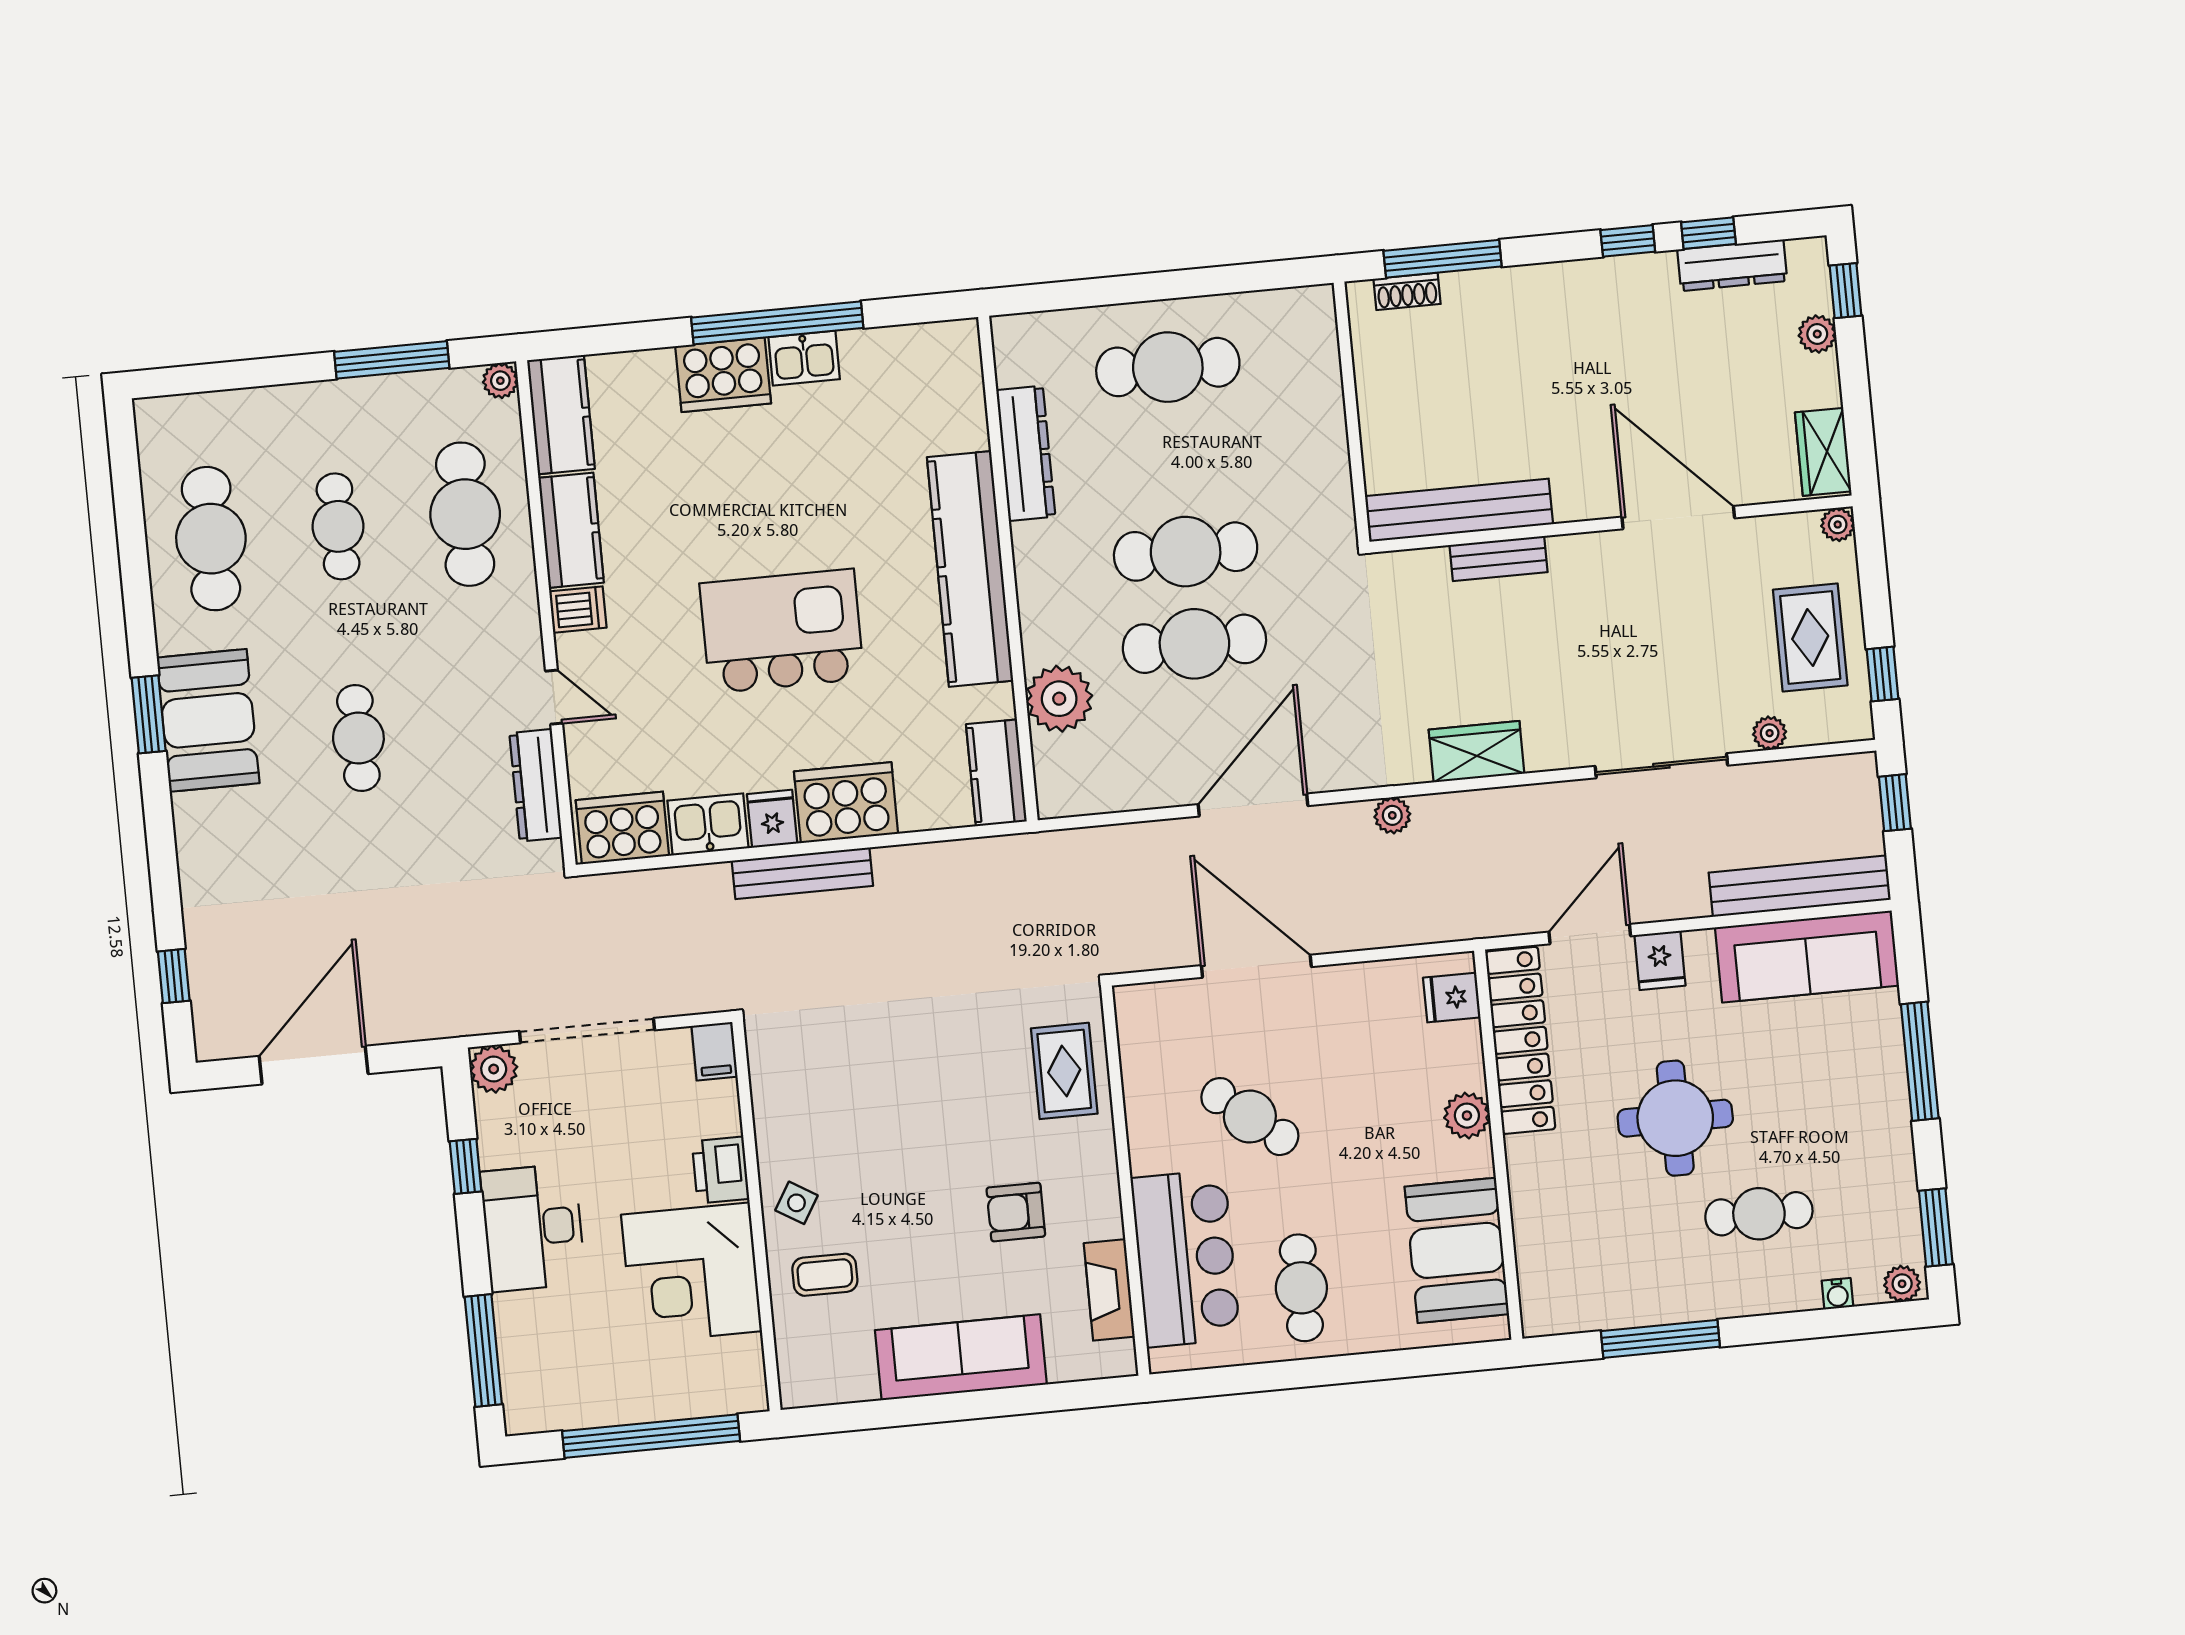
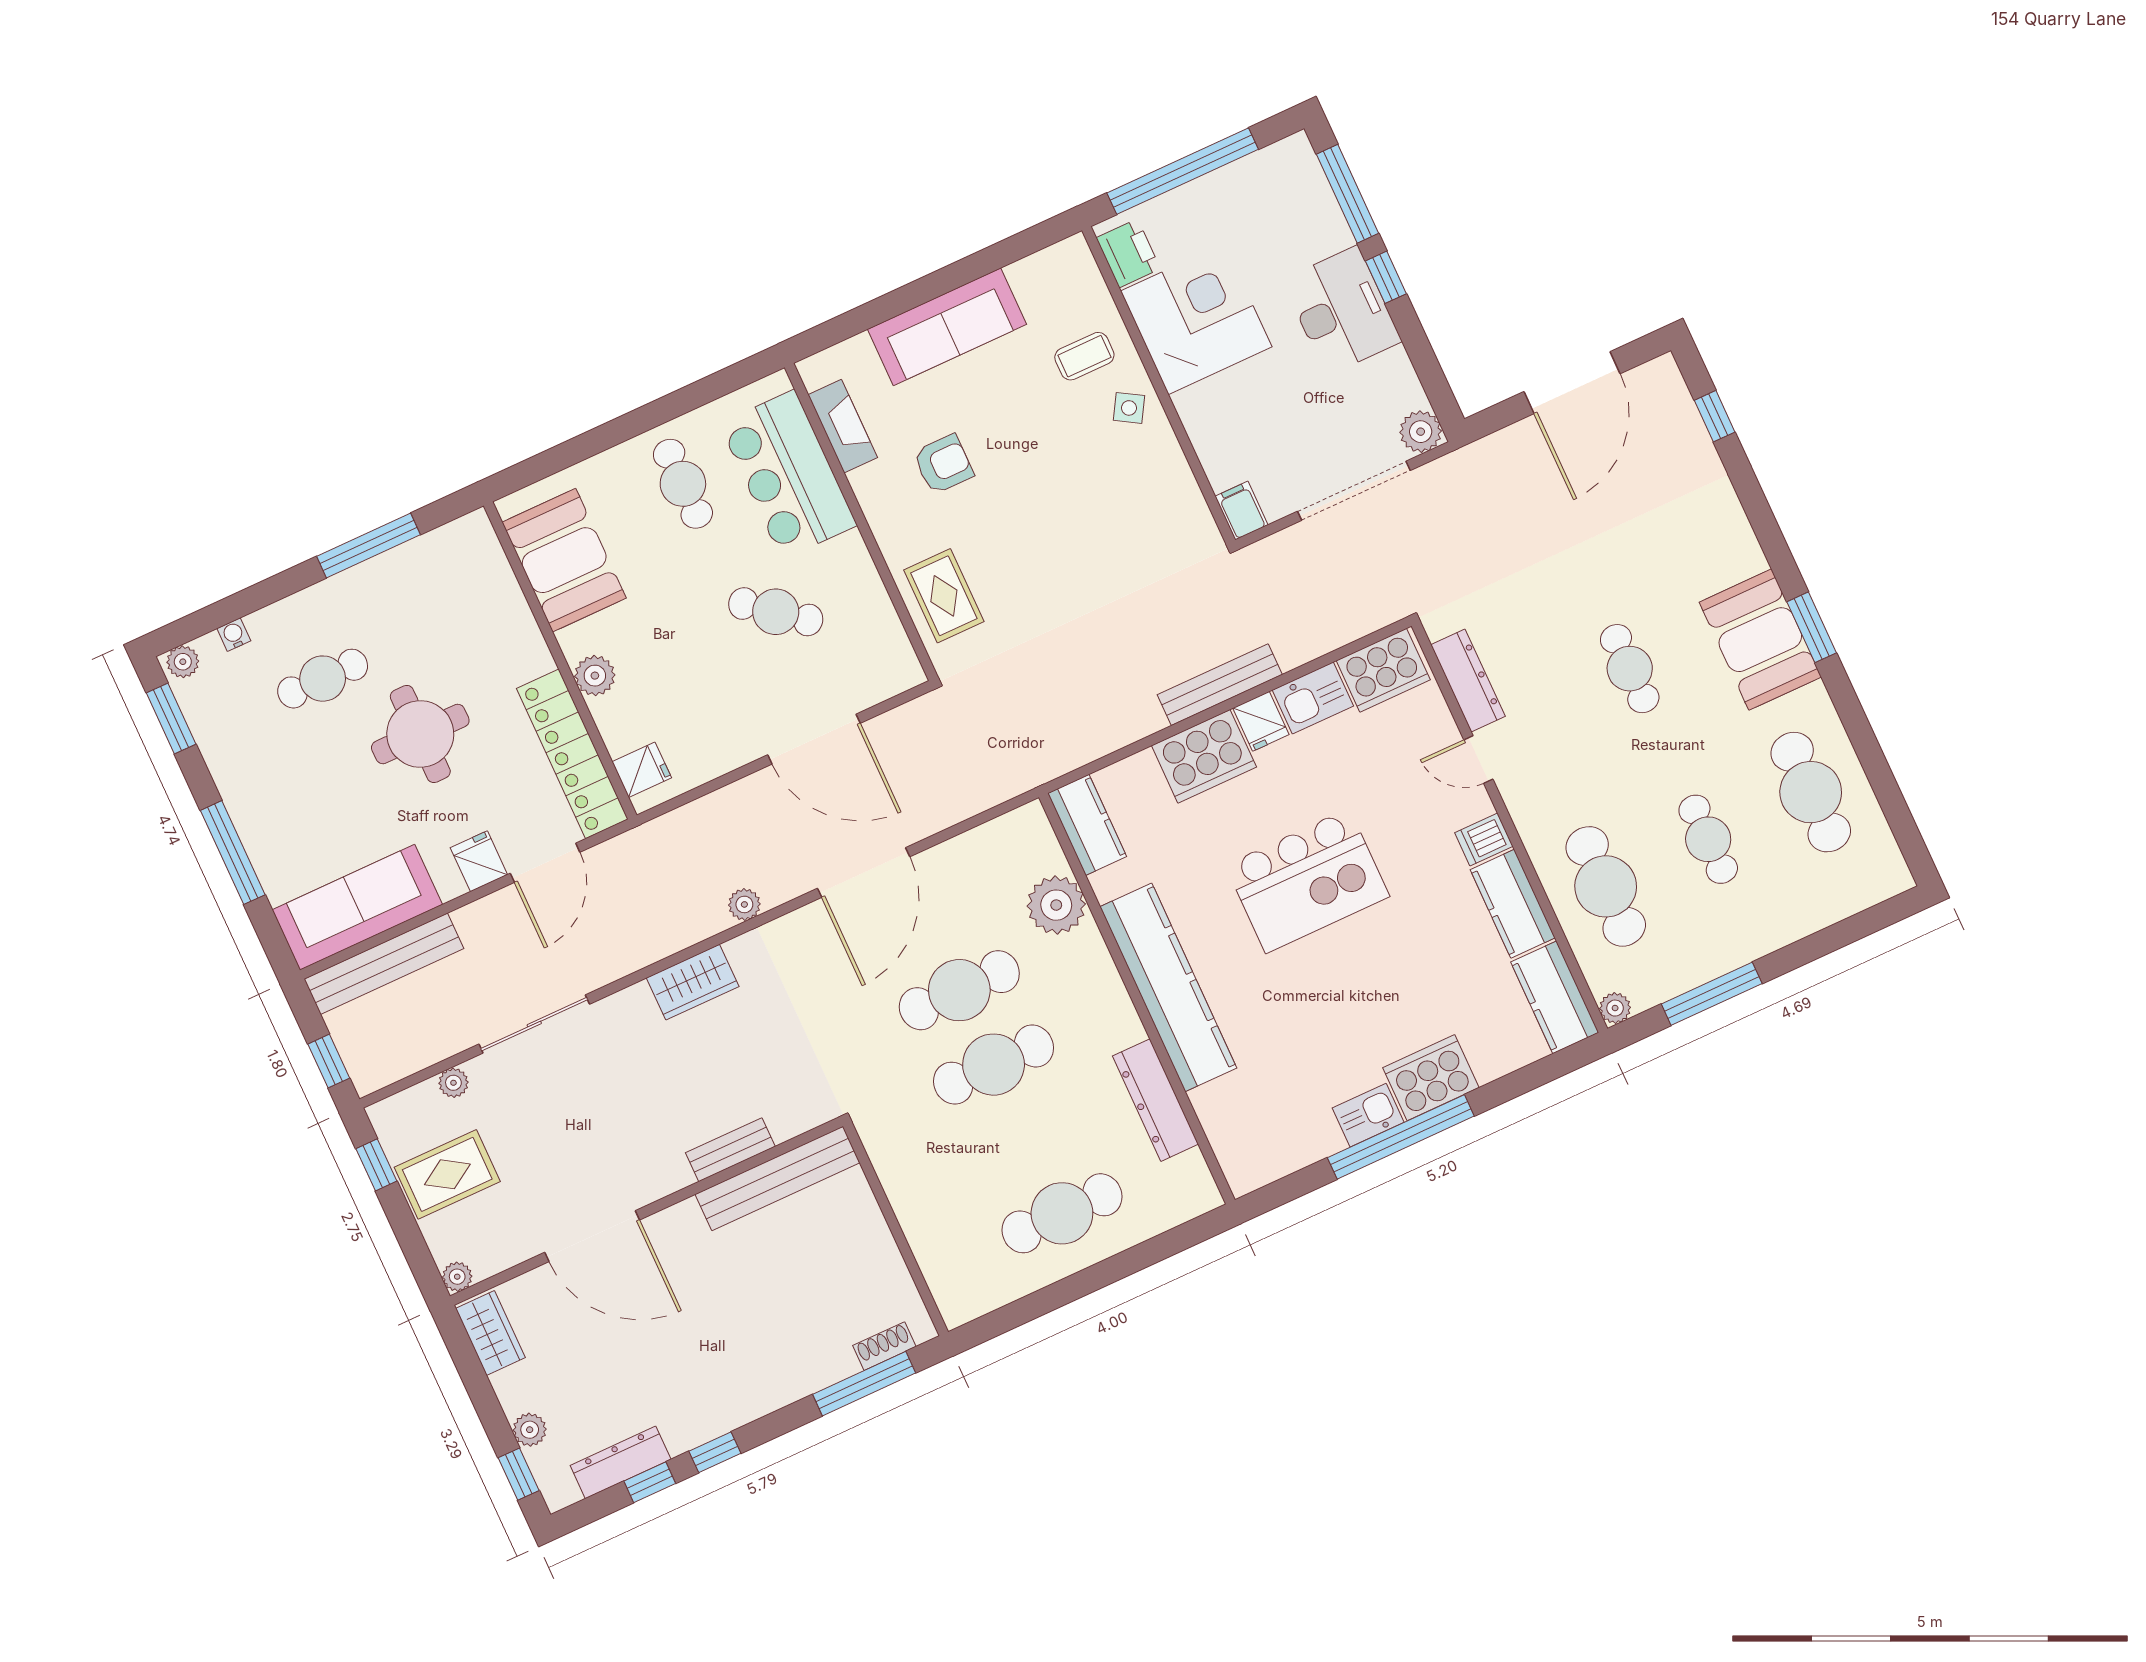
rug: (1810, 637) -> (447, 1174), turned 90
window: (466, 1166) -> (1386, 277), moved
printer: (721, 1170) -> (1128, 253), moved

